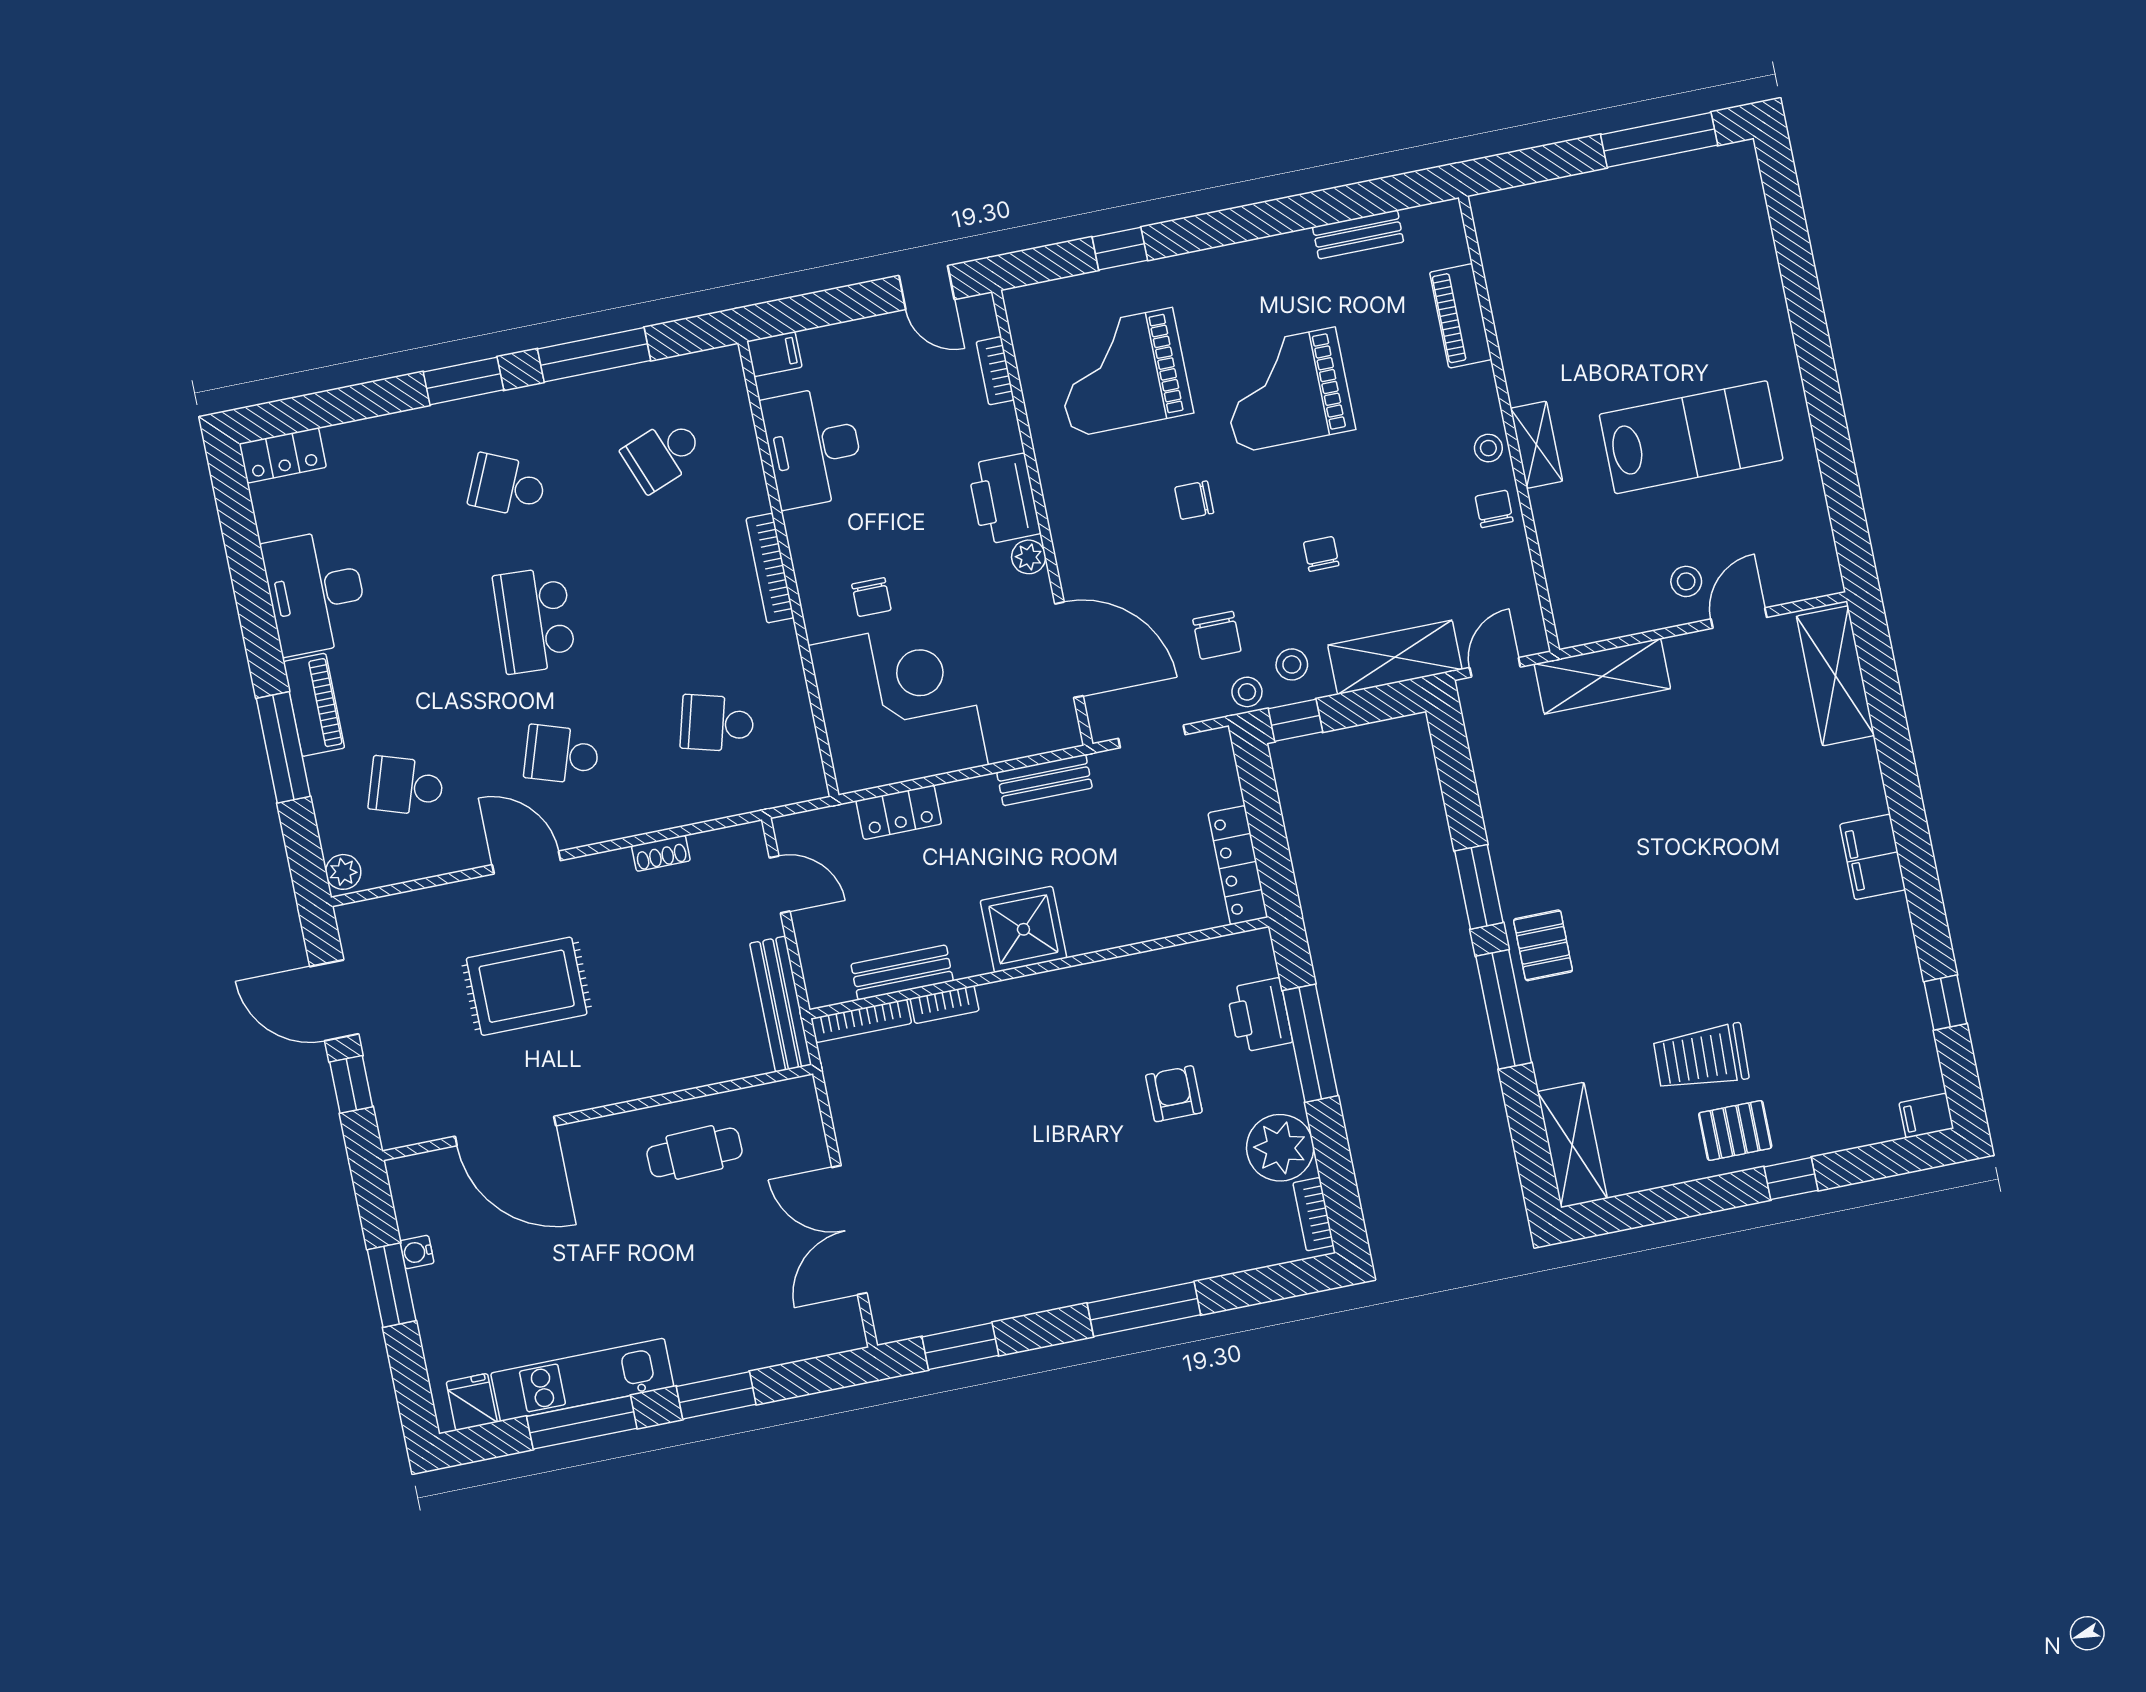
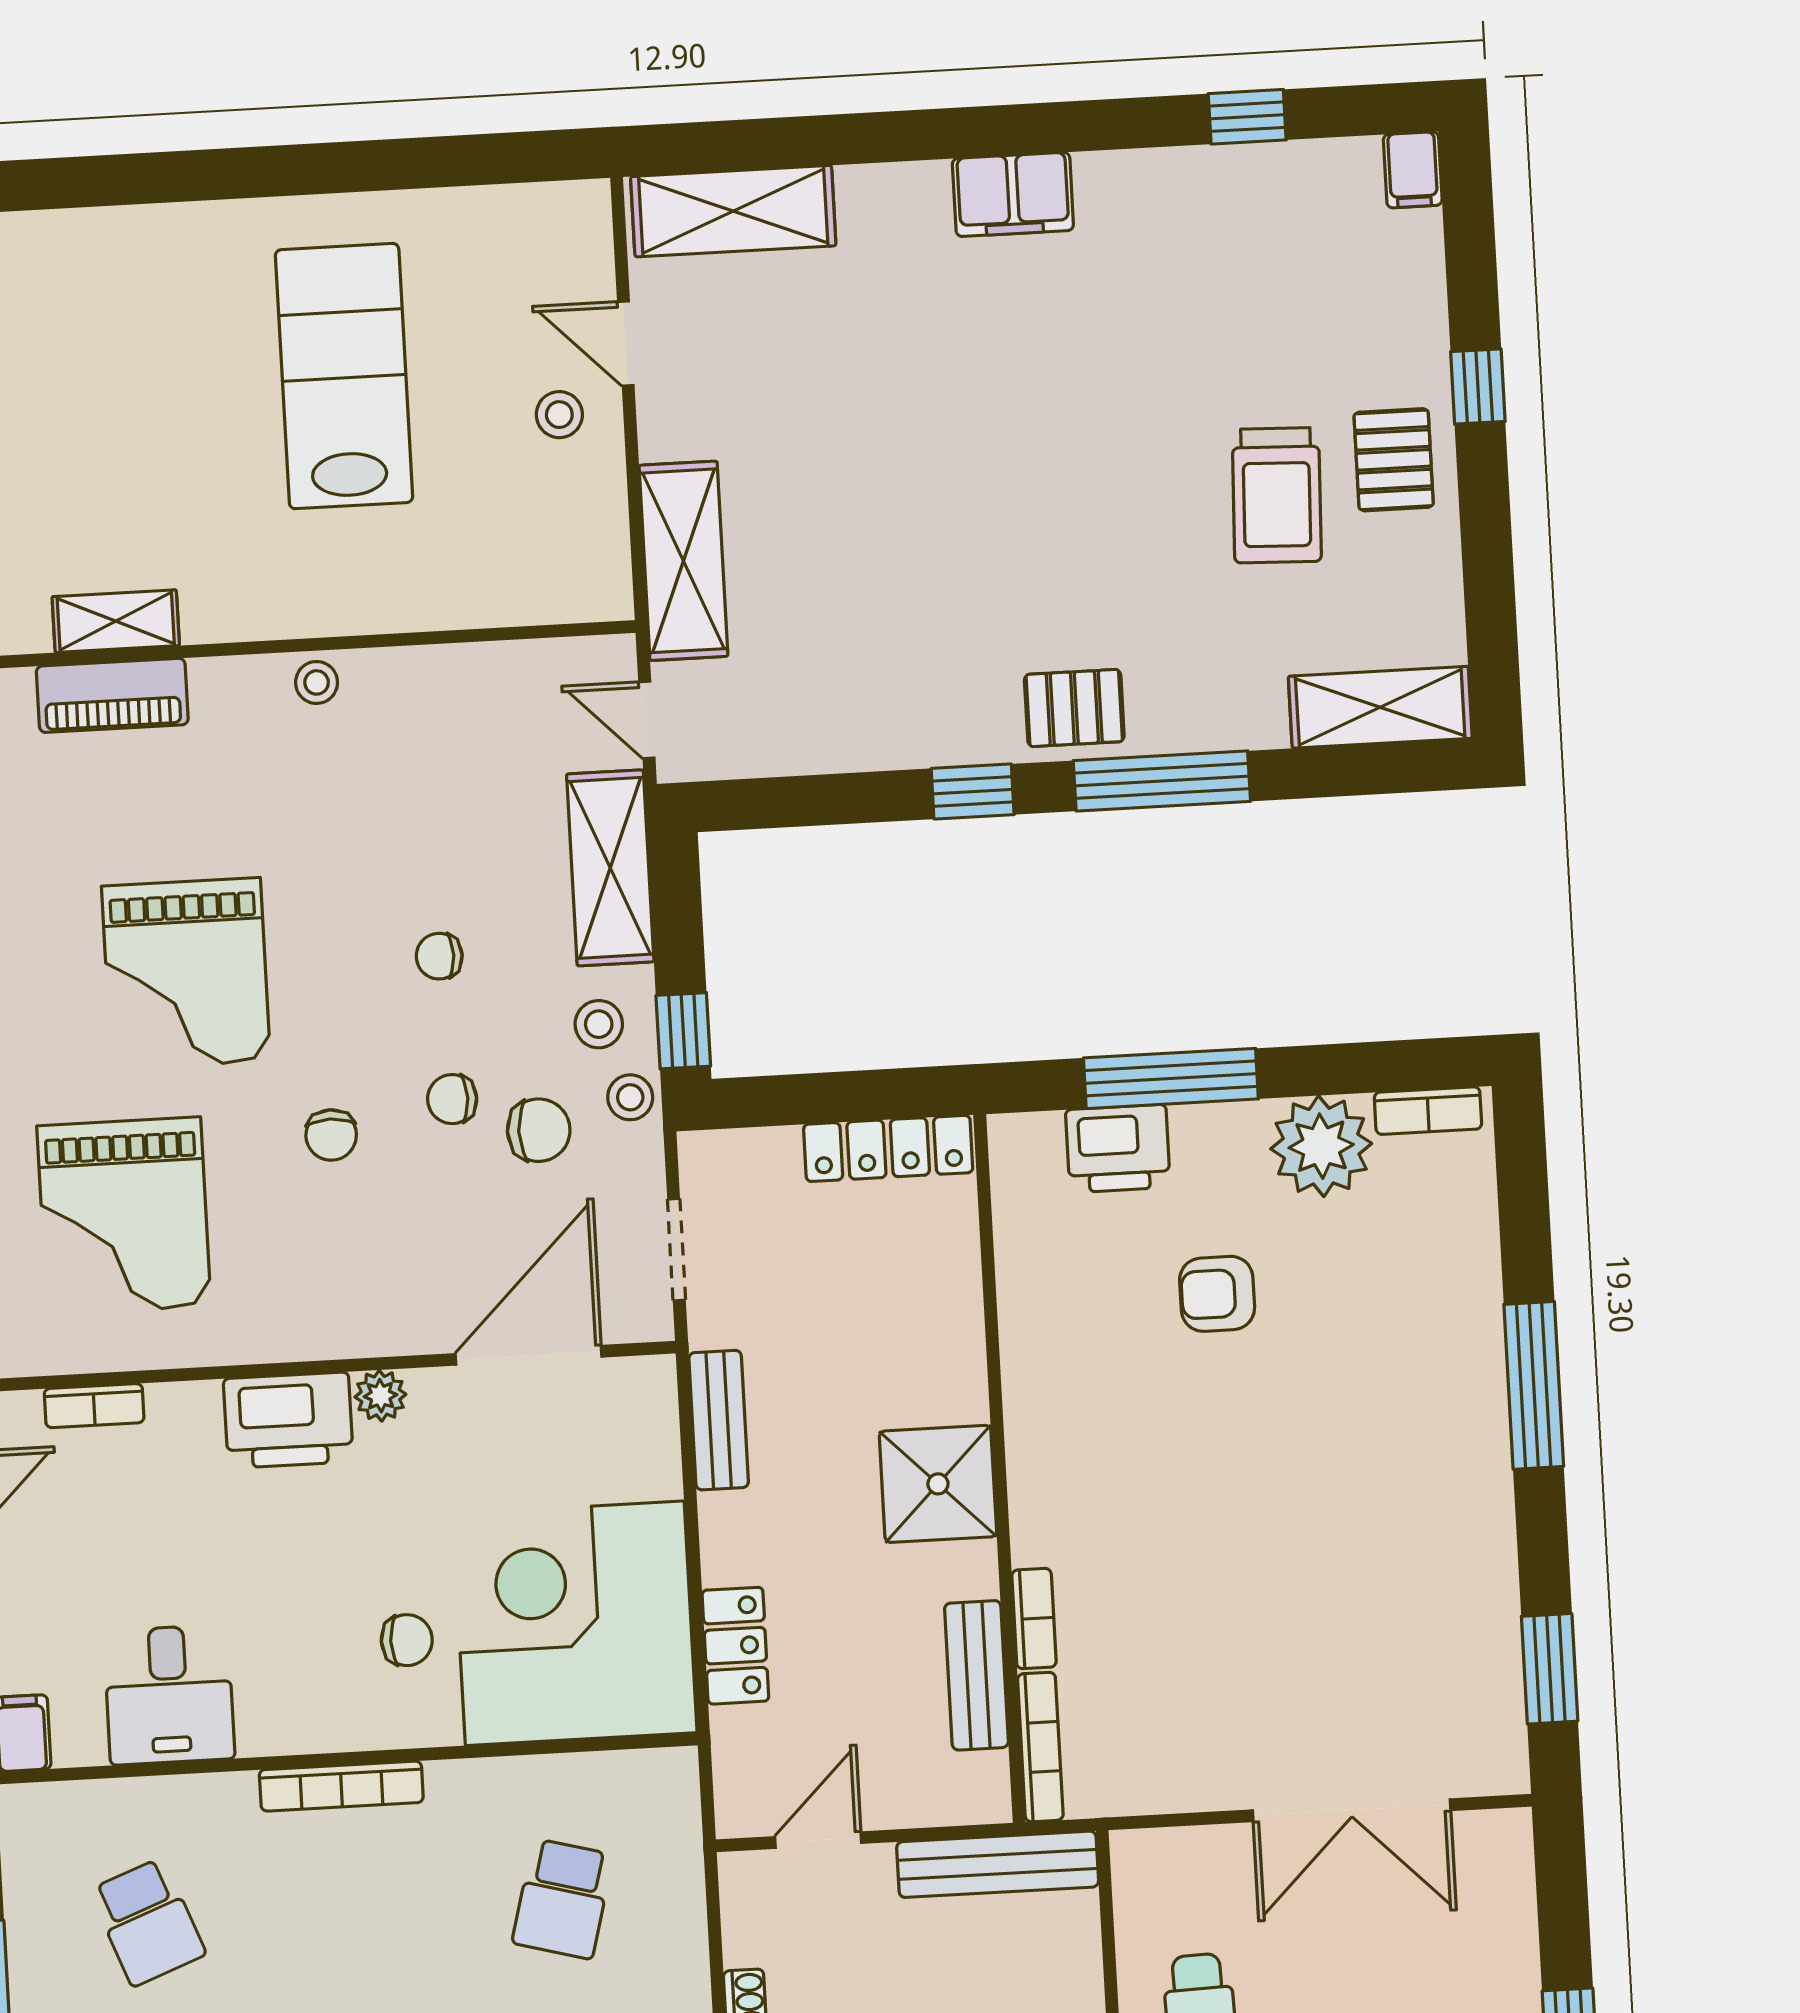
shelving: (1536, 445) -> (116, 621), moved
desk: (813, 447) -> (169, 1695), width x0.73
chair: (1494, 509) -> (452, 1099), moved
window: (1479, 887) -> (973, 792), width x0.67

